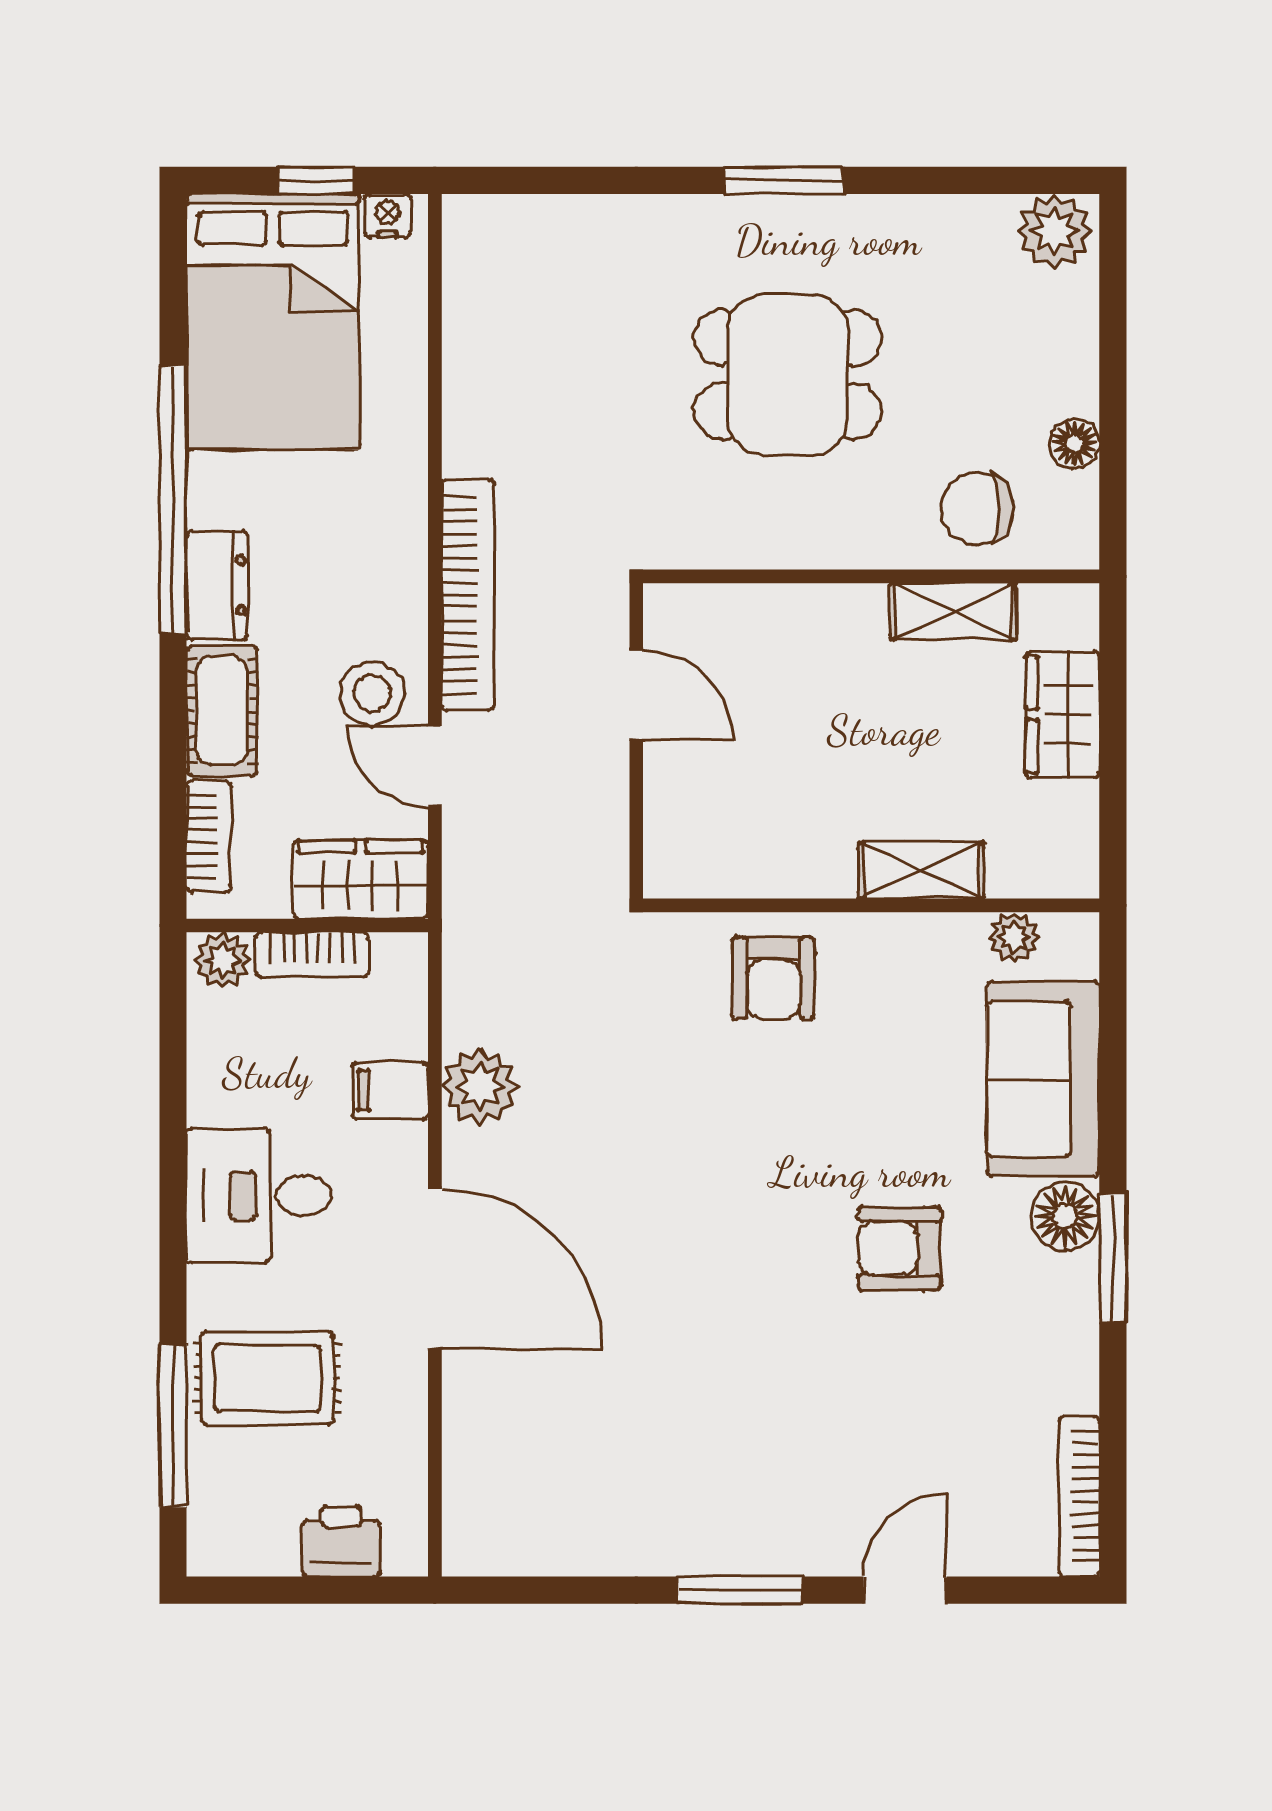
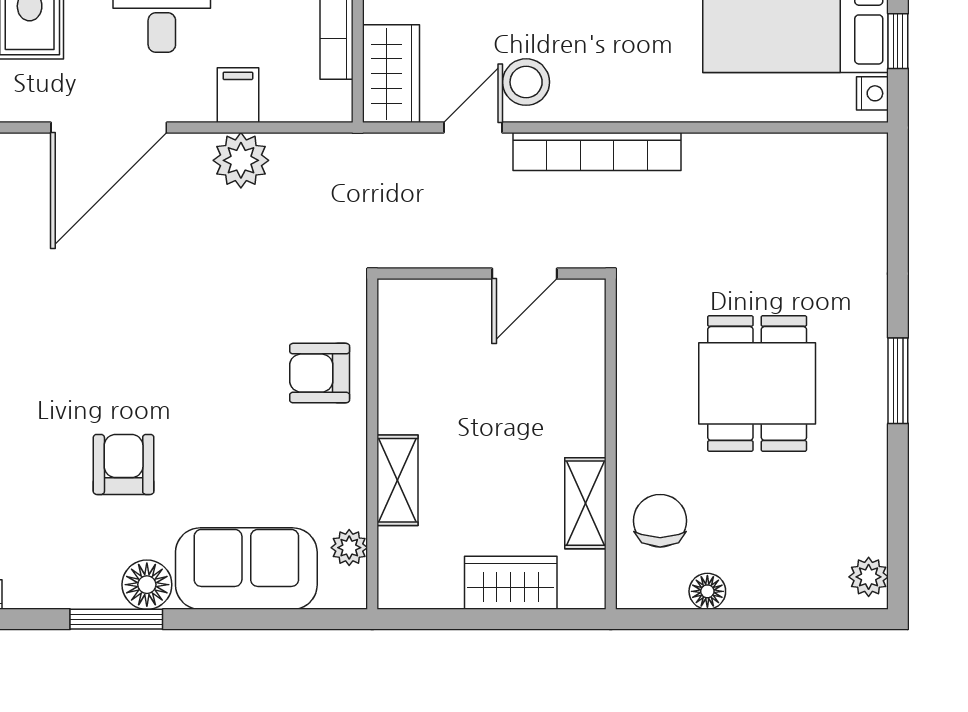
plant: (1054, 231) -> (869, 577), width x0.73, depth x0.73

